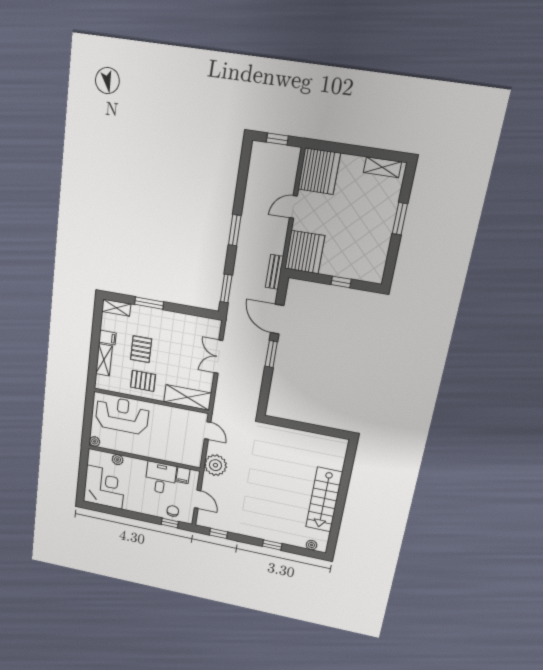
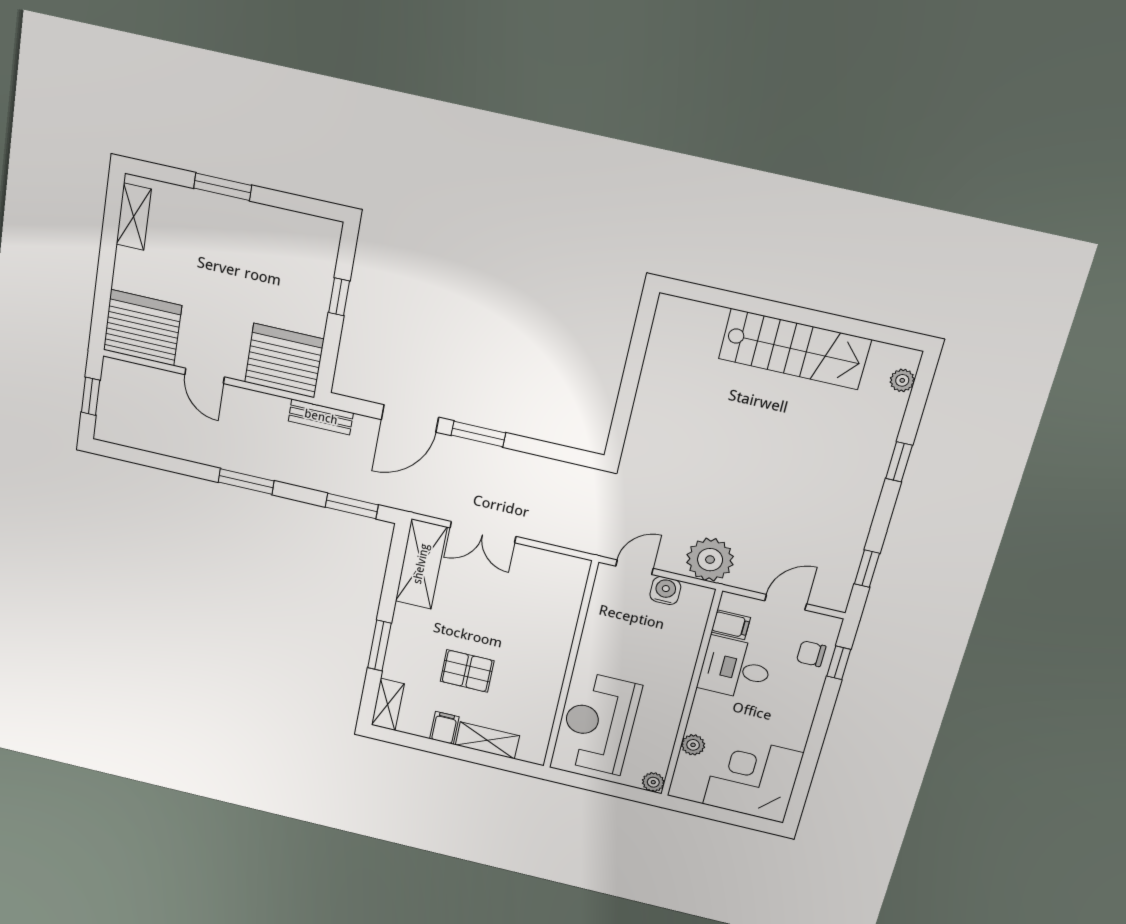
pallet: (143, 381) -> (530, 676), removed
shelving: (188, 397) -> (421, 564), moved
water cooler: (197, 445) -> (665, 591), added

